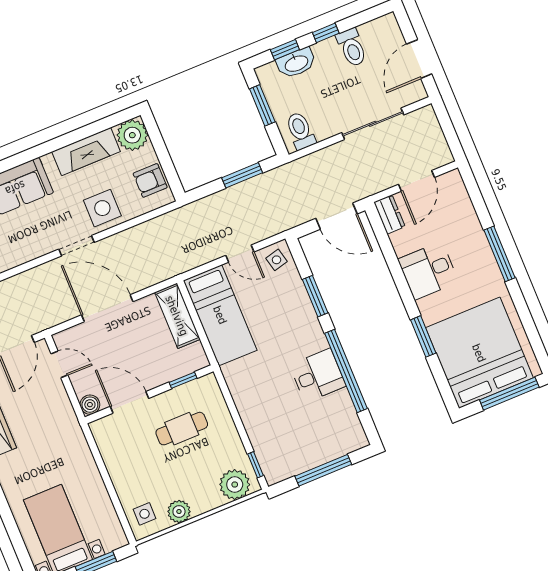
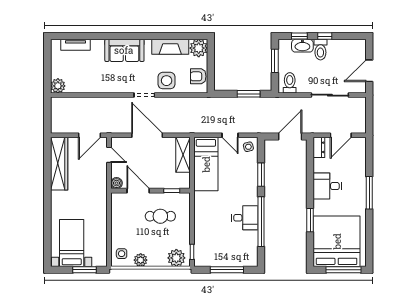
toilet: (352, 47) -> (320, 50), moved
door: (337, 216) -> (290, 137), swing flipped

